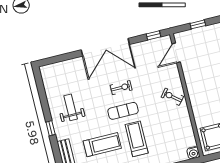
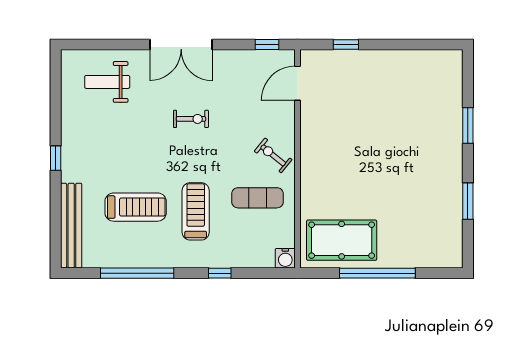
double door: (105, 47) -> (181, 44), width x0.73
weight bench: (71, 107) -> (107, 82), moved, turned -90
exercise mat: (123, 111) -> (257, 198), moved

